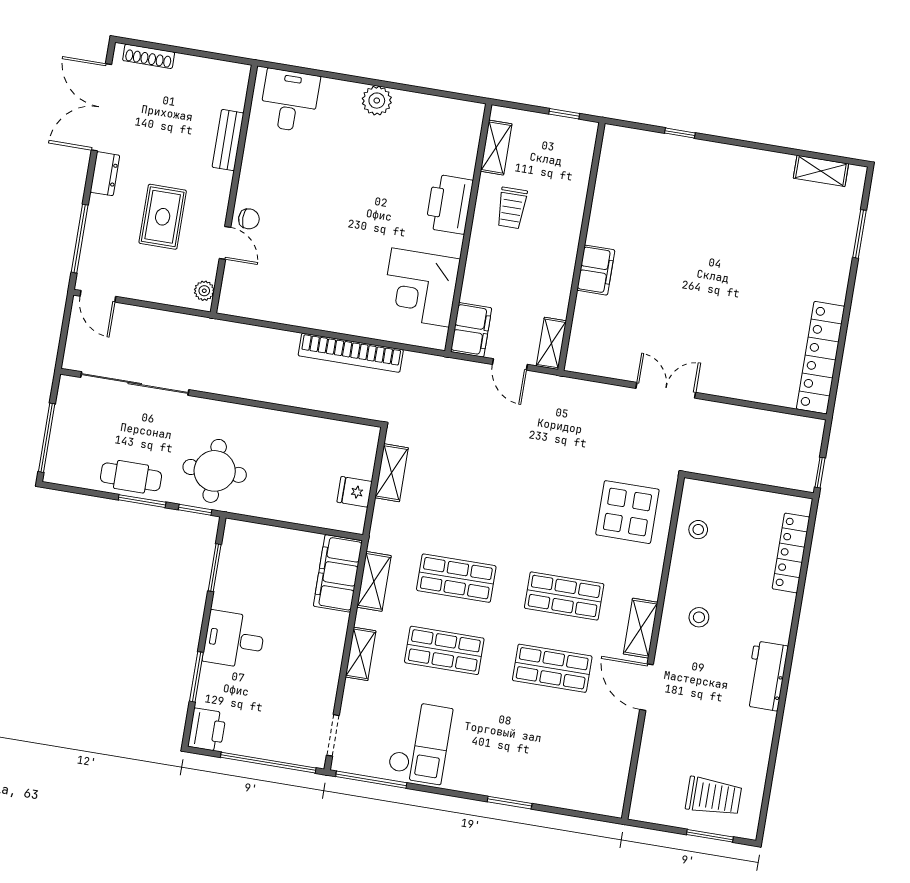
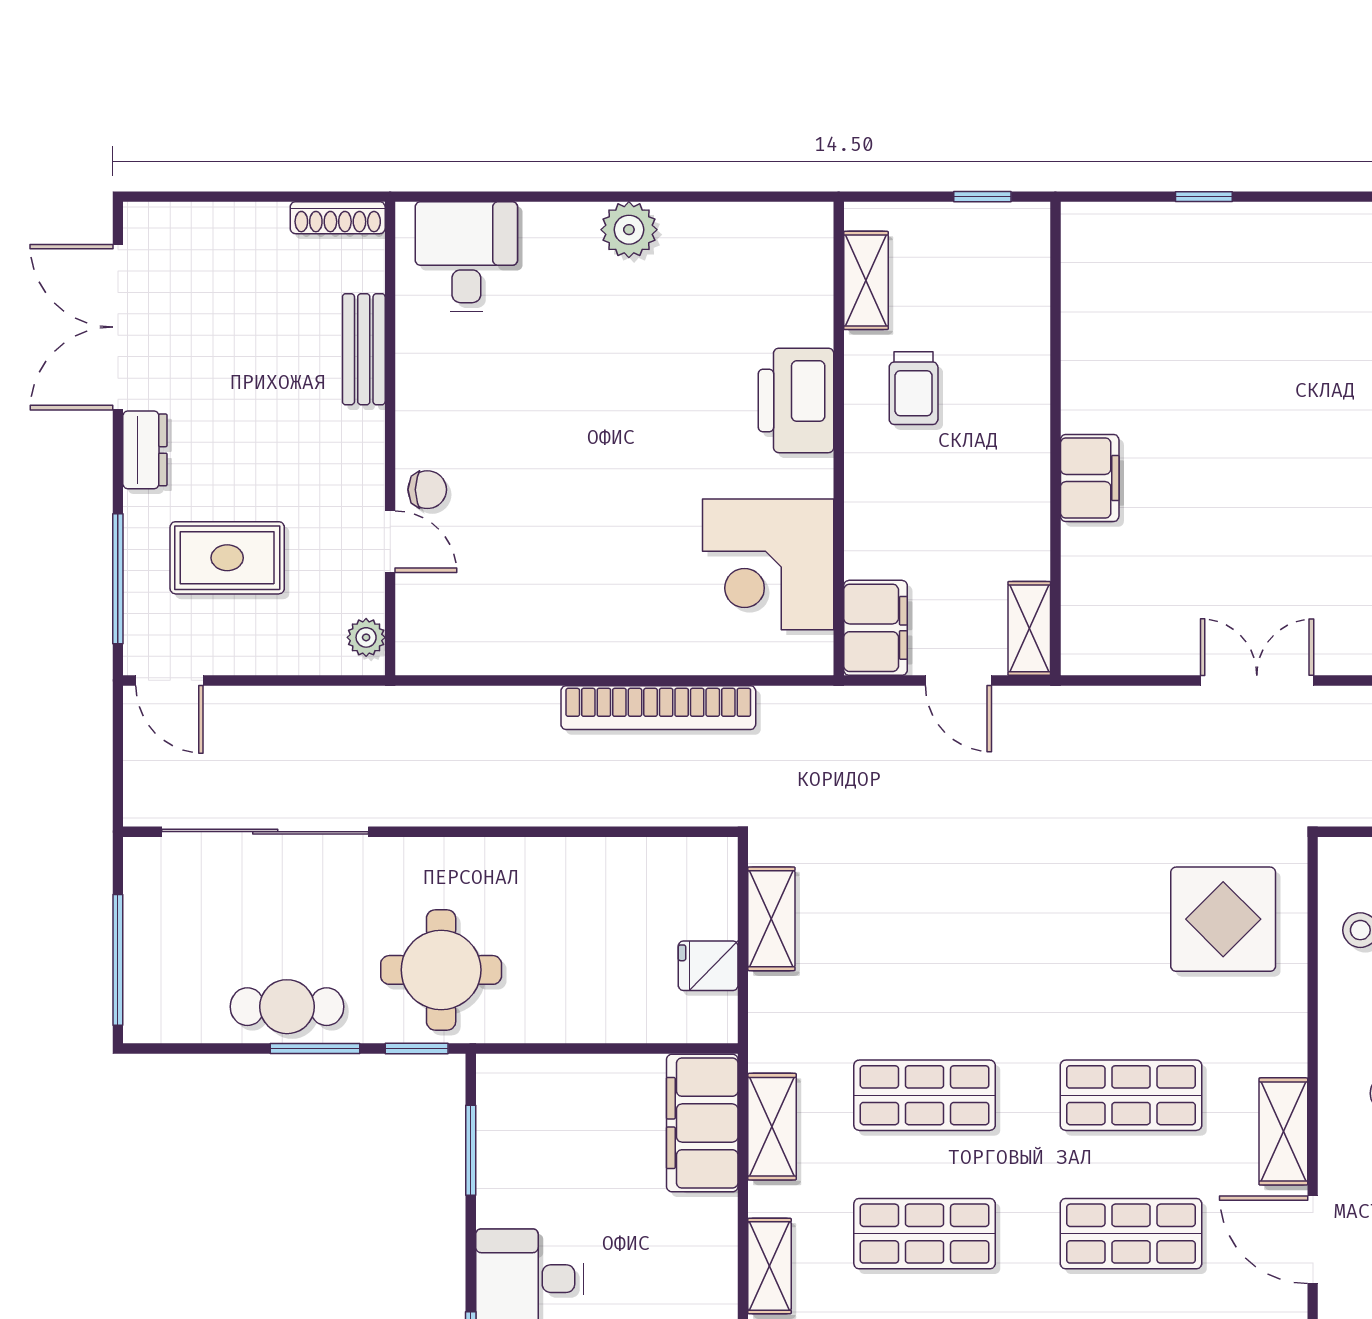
shoe rack: (149, 56) -> (338, 218), moved
rug: (163, 217) -> (227, 558), moved, turned 90

